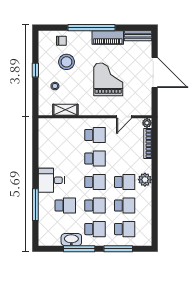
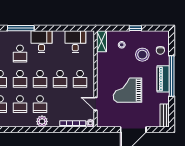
piano: (108, 37) -> (163, 79), moved
grand piano: (108, 79) -> (127, 90), turned 180
shelving: (65, 110) -> (101, 41), moved
desk: (51, 141) -> (75, 42), added

